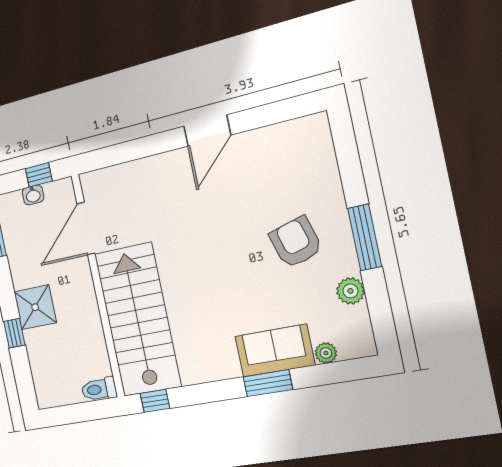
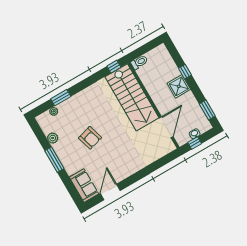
door: (207, 131) -> (110, 192), moved
armchair: (296, 242) -> (90, 138), moved
sofa: (275, 351) -> (84, 185), moved, turned -90
window: (268, 383) -> (61, 98), moved

